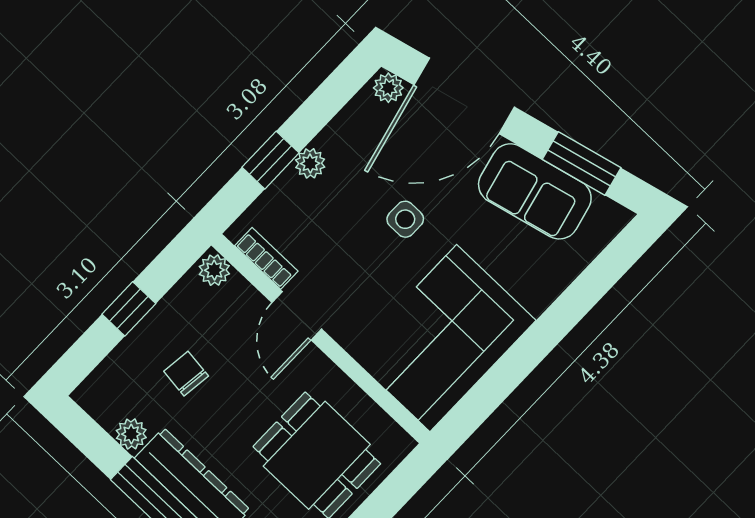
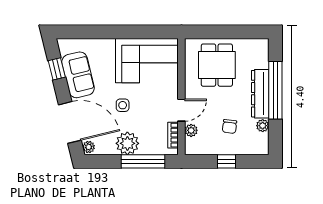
window: (270, 160) -> (143, 161), width x2.17
plant: (310, 163) -> (127, 143), width x1.87, depth x1.87
window: (582, 164) -> (57, 69), width x0.67
plant: (214, 270) -> (191, 130), moved

